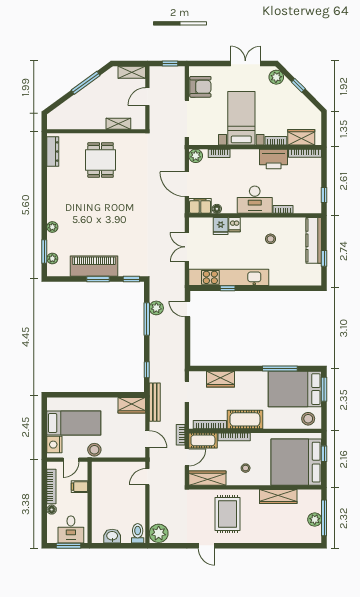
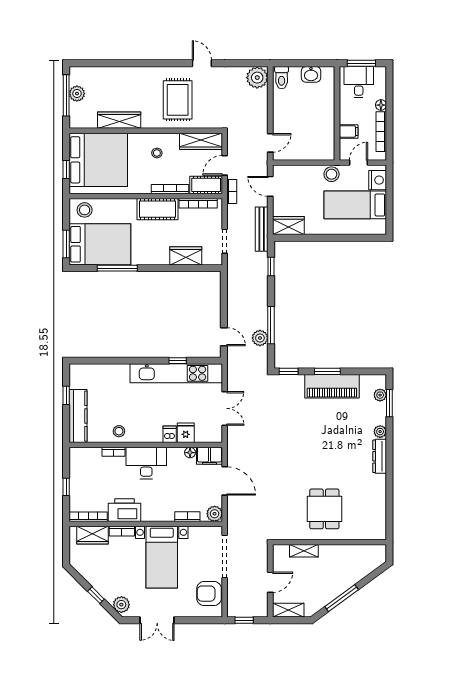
dresser: (53, 151) -> (380, 456), moved
window: (324, 195) -> (66, 487), moved
stool: (271, 239) -> (119, 431), moved

